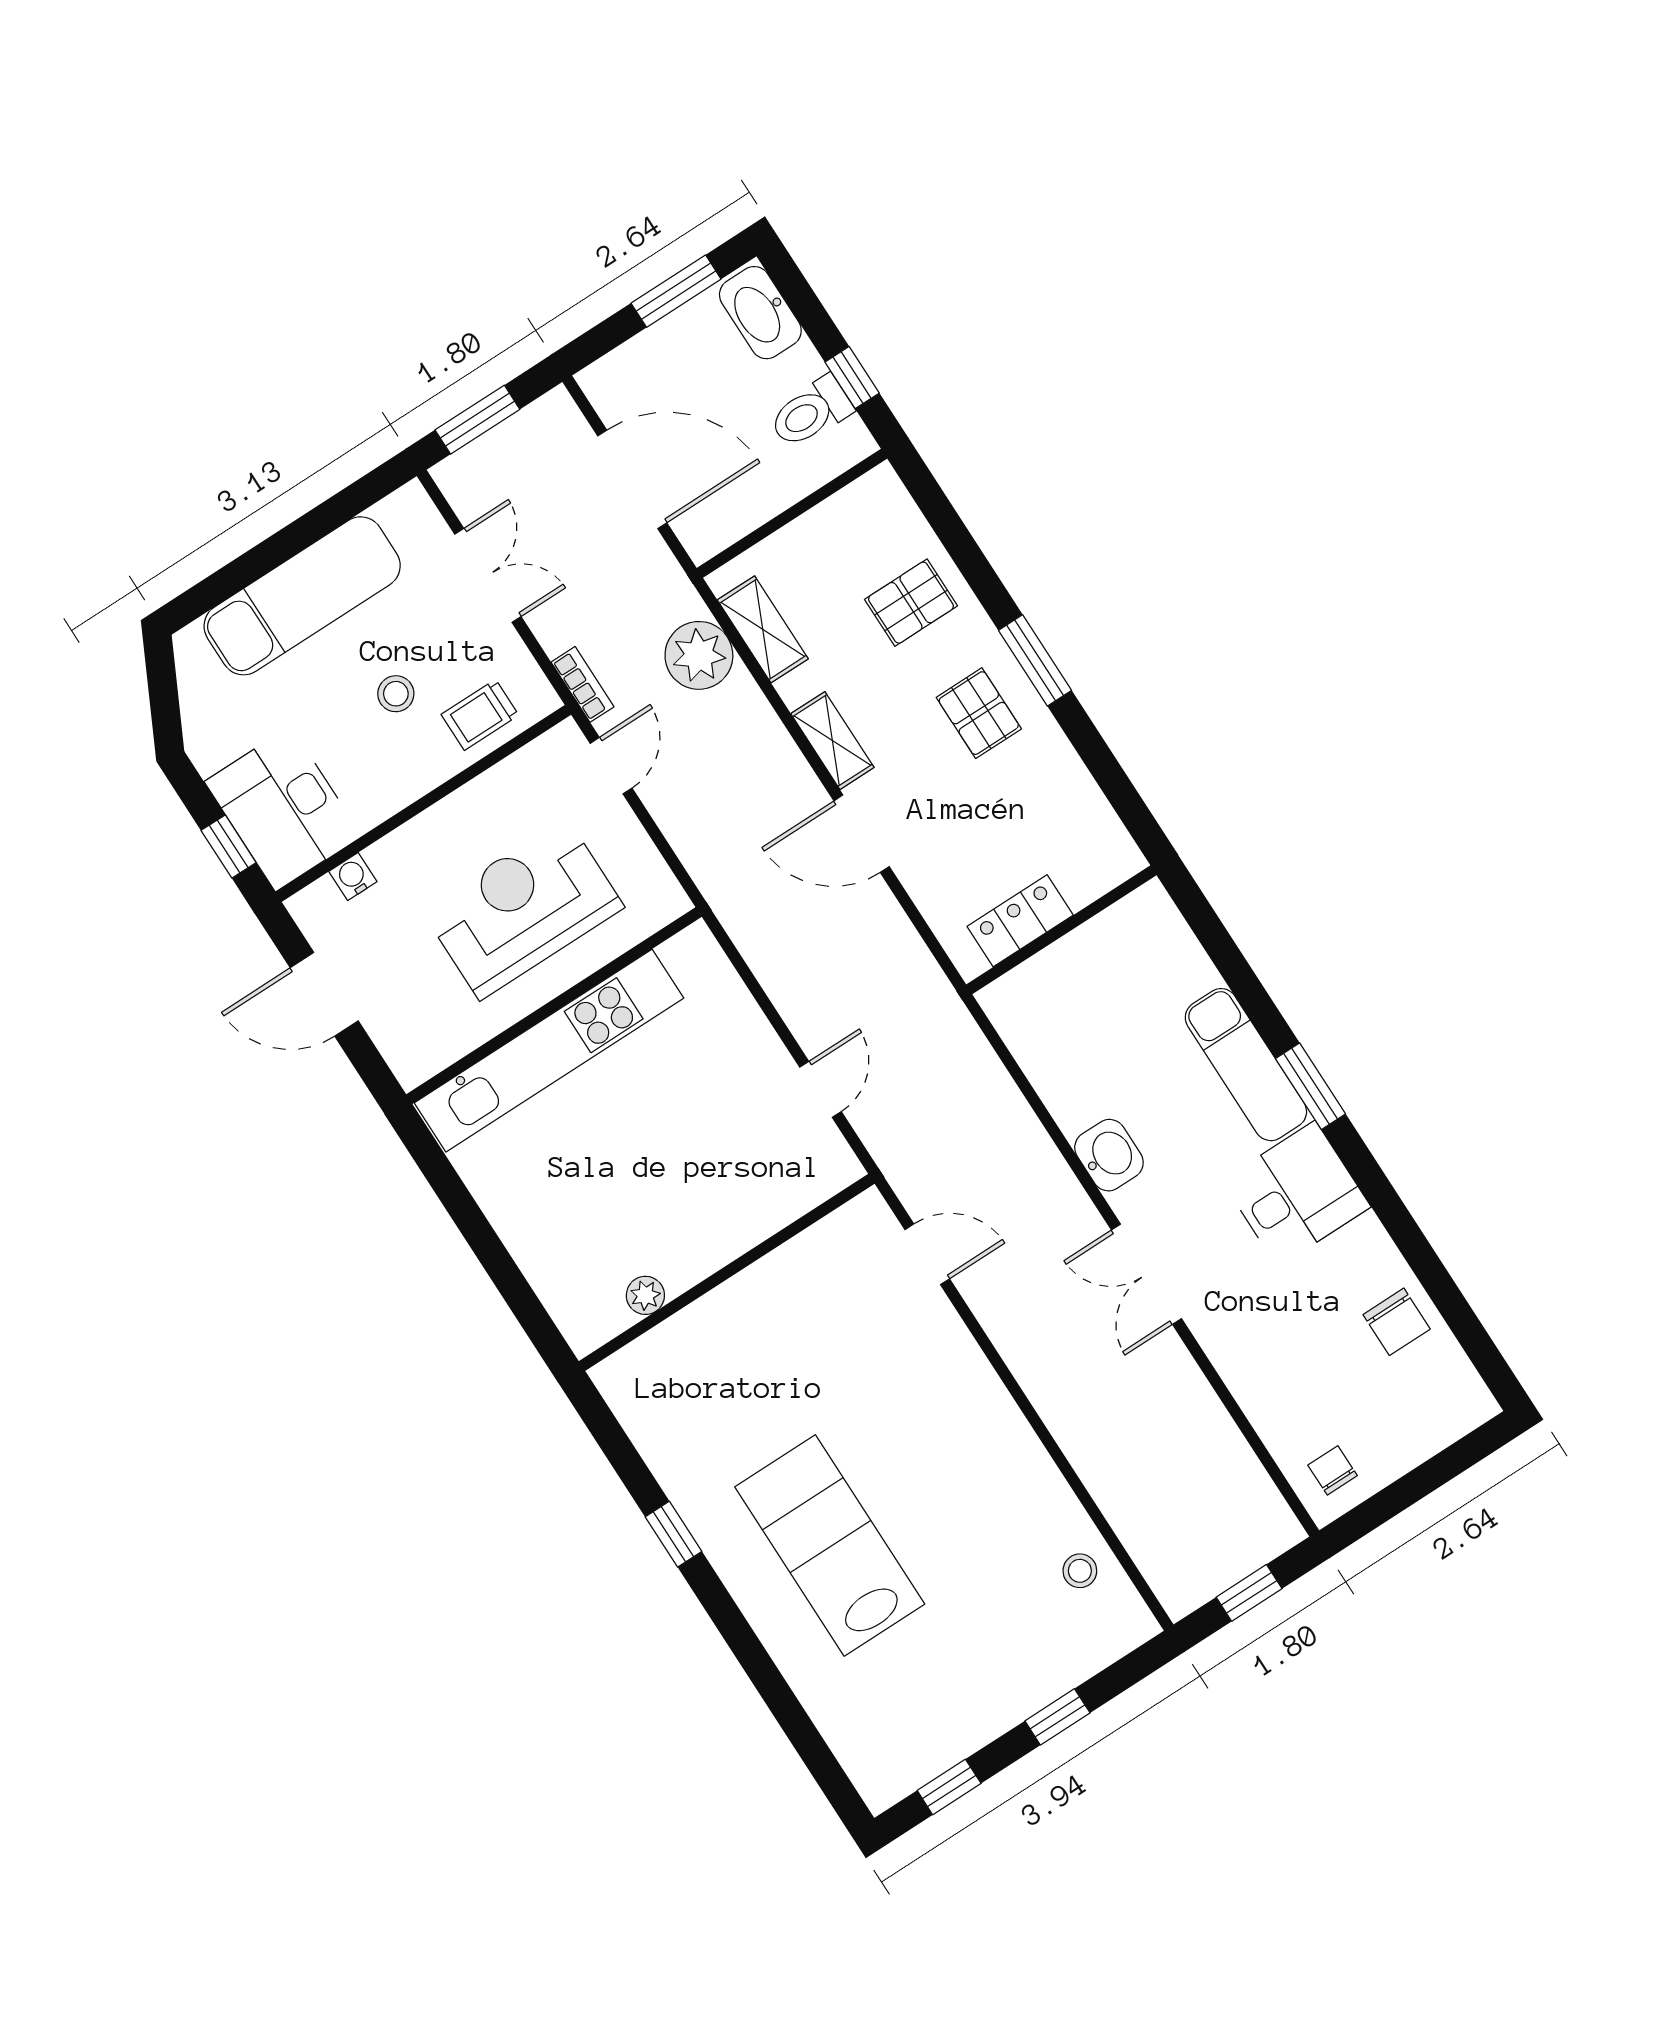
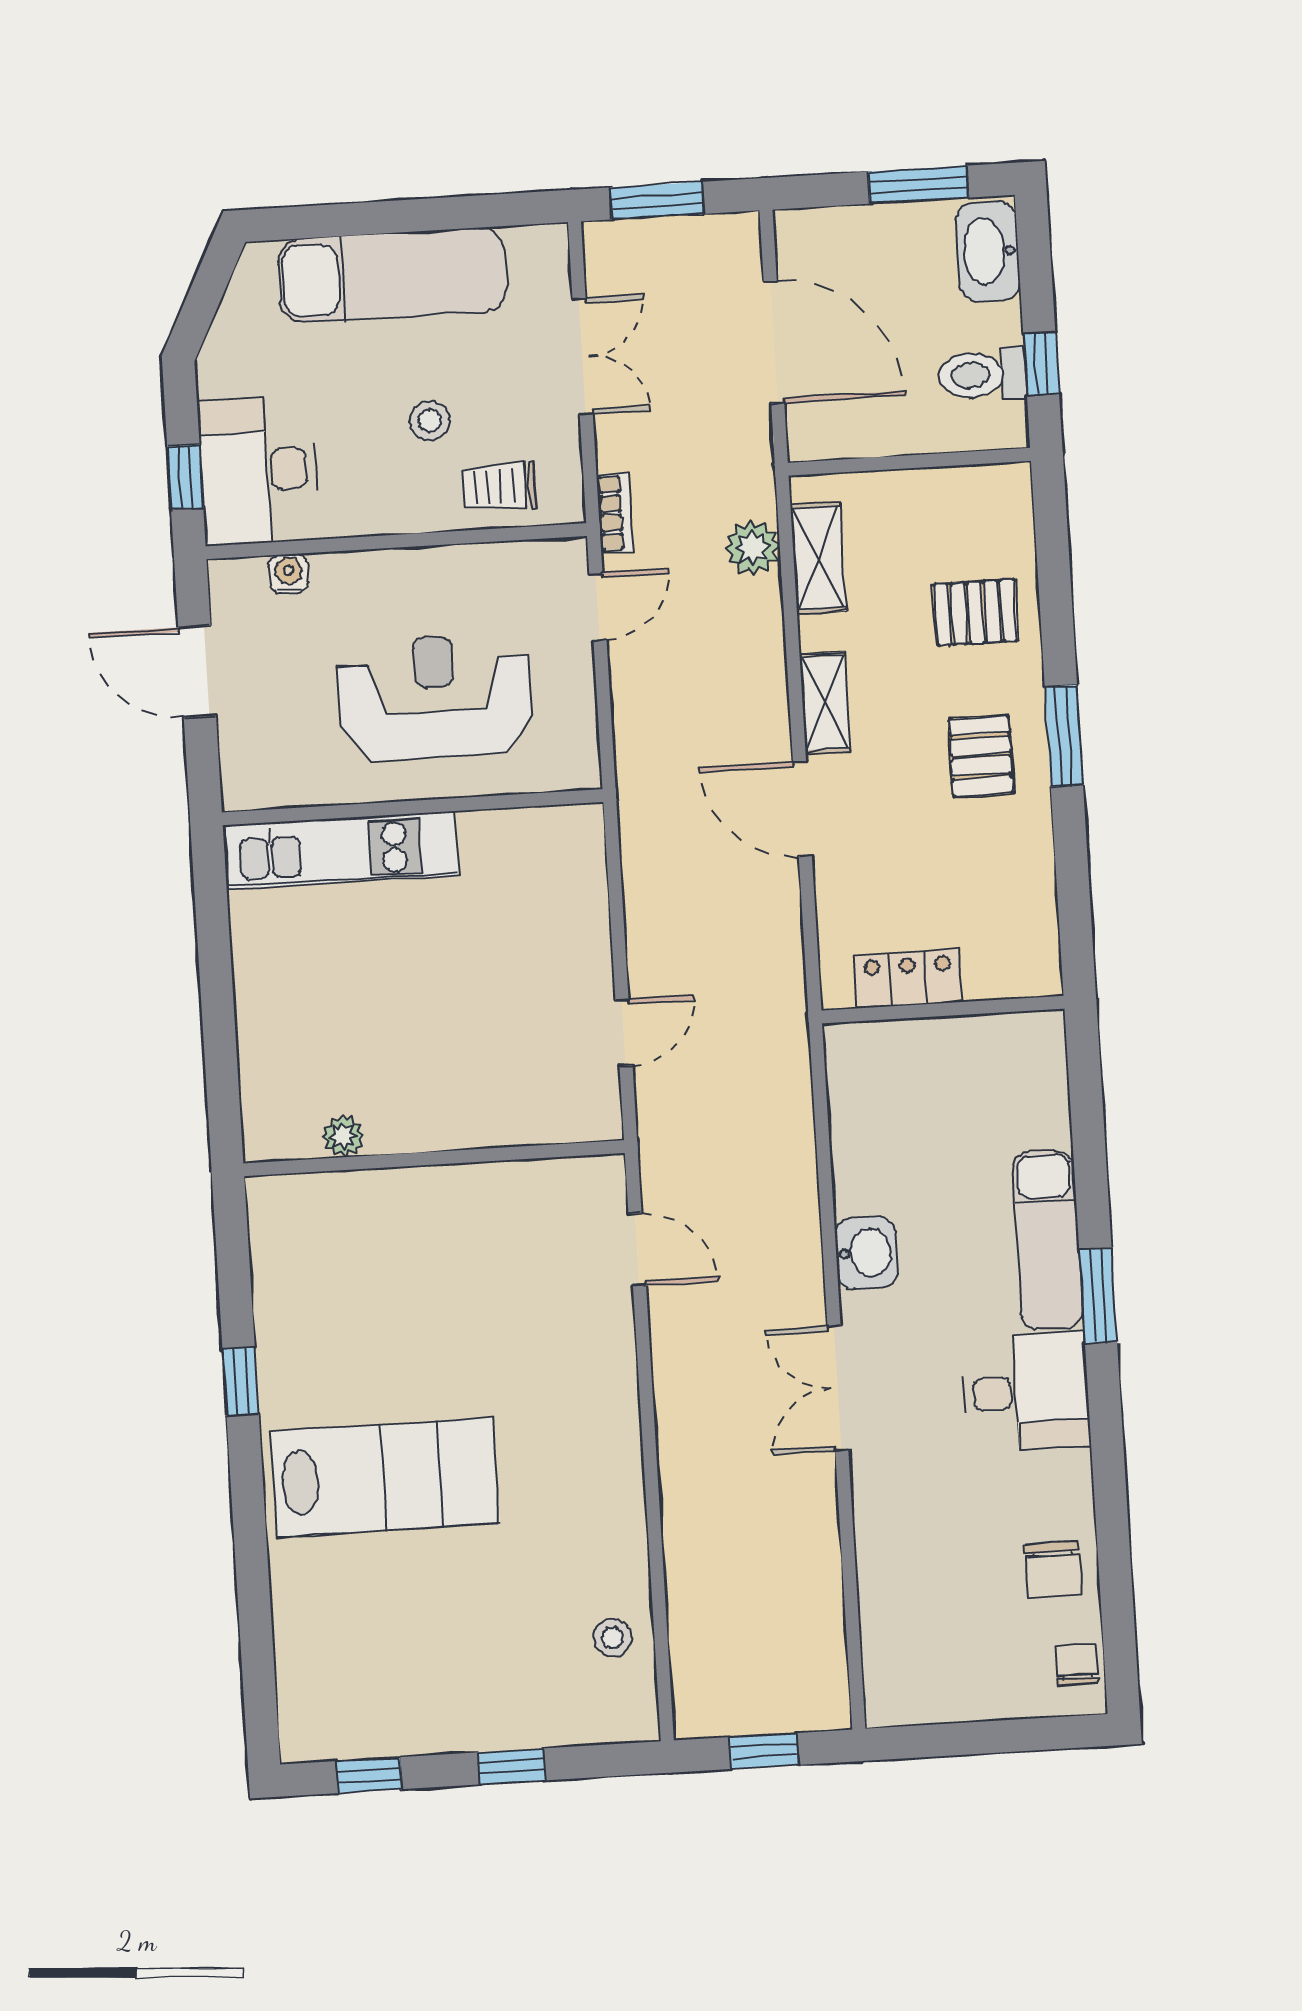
plant: (699, 655) -> (753, 548), width x0.73, depth x0.73
kitchen unit: (549, 1051) -> (342, 850), width x0.73
chair: (1333, 1470) -> (1077, 1665), moved
lab bench: (830, 1545) -> (385, 1477), turned 90

